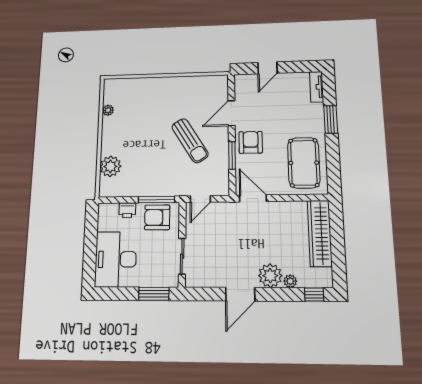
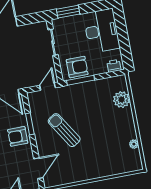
door: (232, 113) -> (38, 168), moved
armchair: (251, 142) -> (18, 136), turned 90
printer: (127, 210) -> (114, 66), moved

